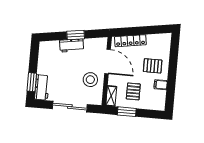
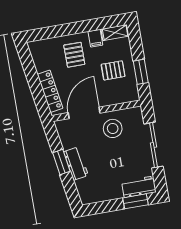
shelving: (111, 96) -> (115, 33), moved

